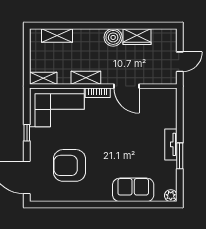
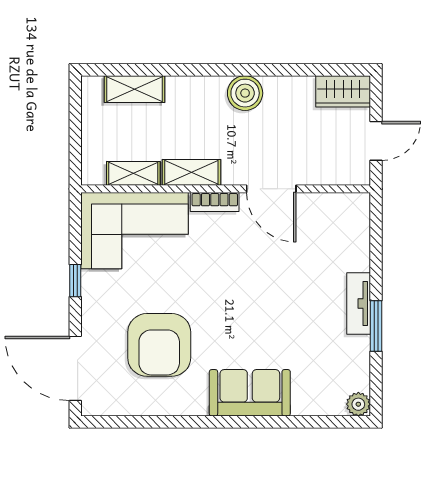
wardrobe: (137, 37) -> (343, 91), moved
shelving: (43, 78) -> (133, 173), moved
armchair: (69, 165) -> (159, 345), turned -90
sofa: (133, 190) -> (250, 393), moved

